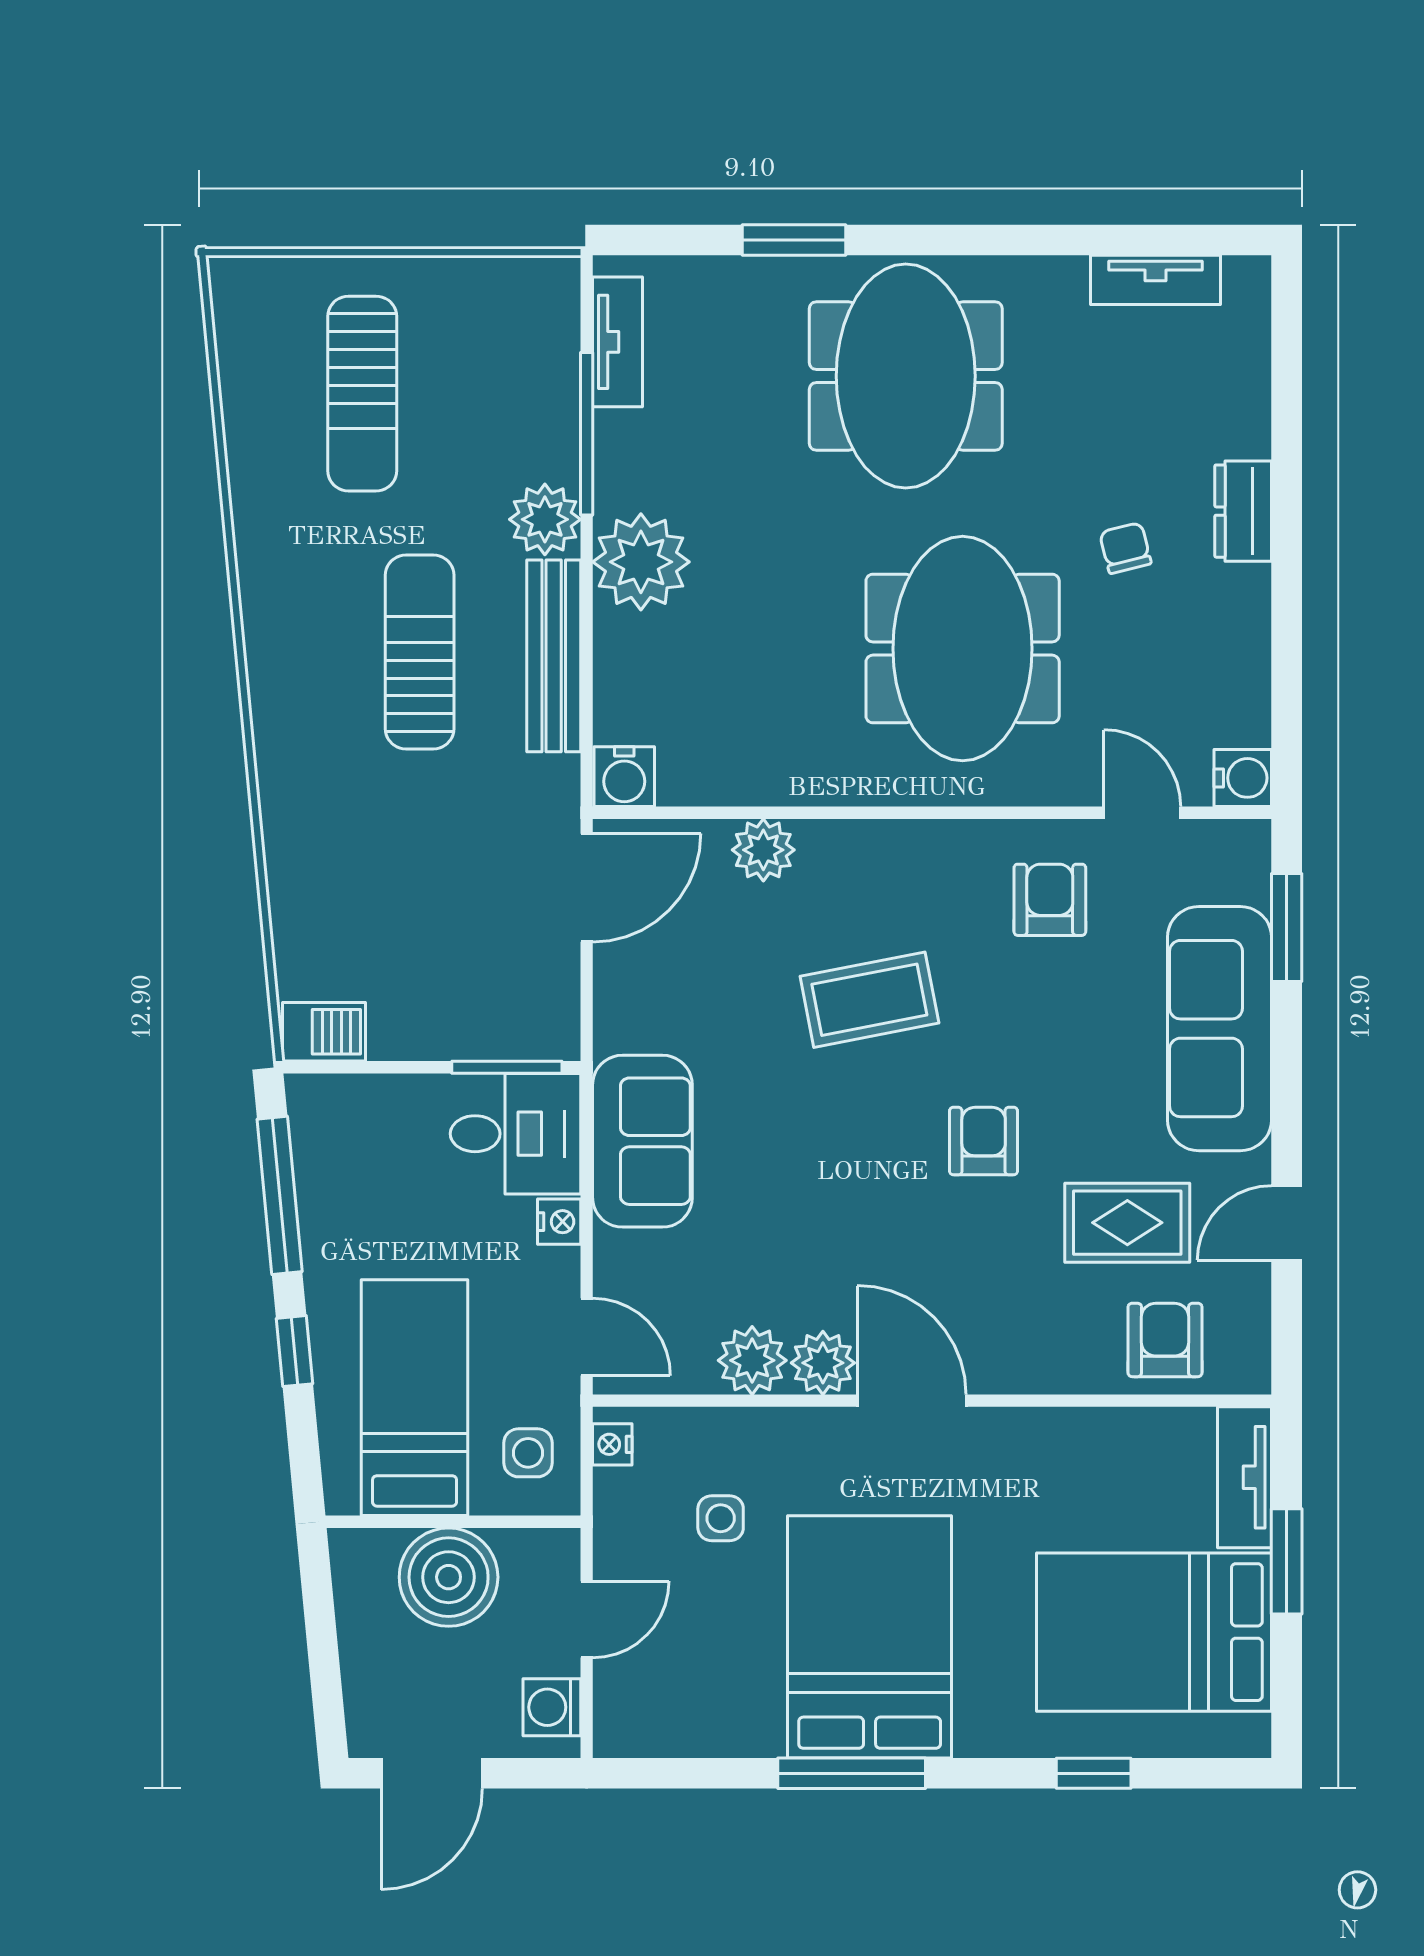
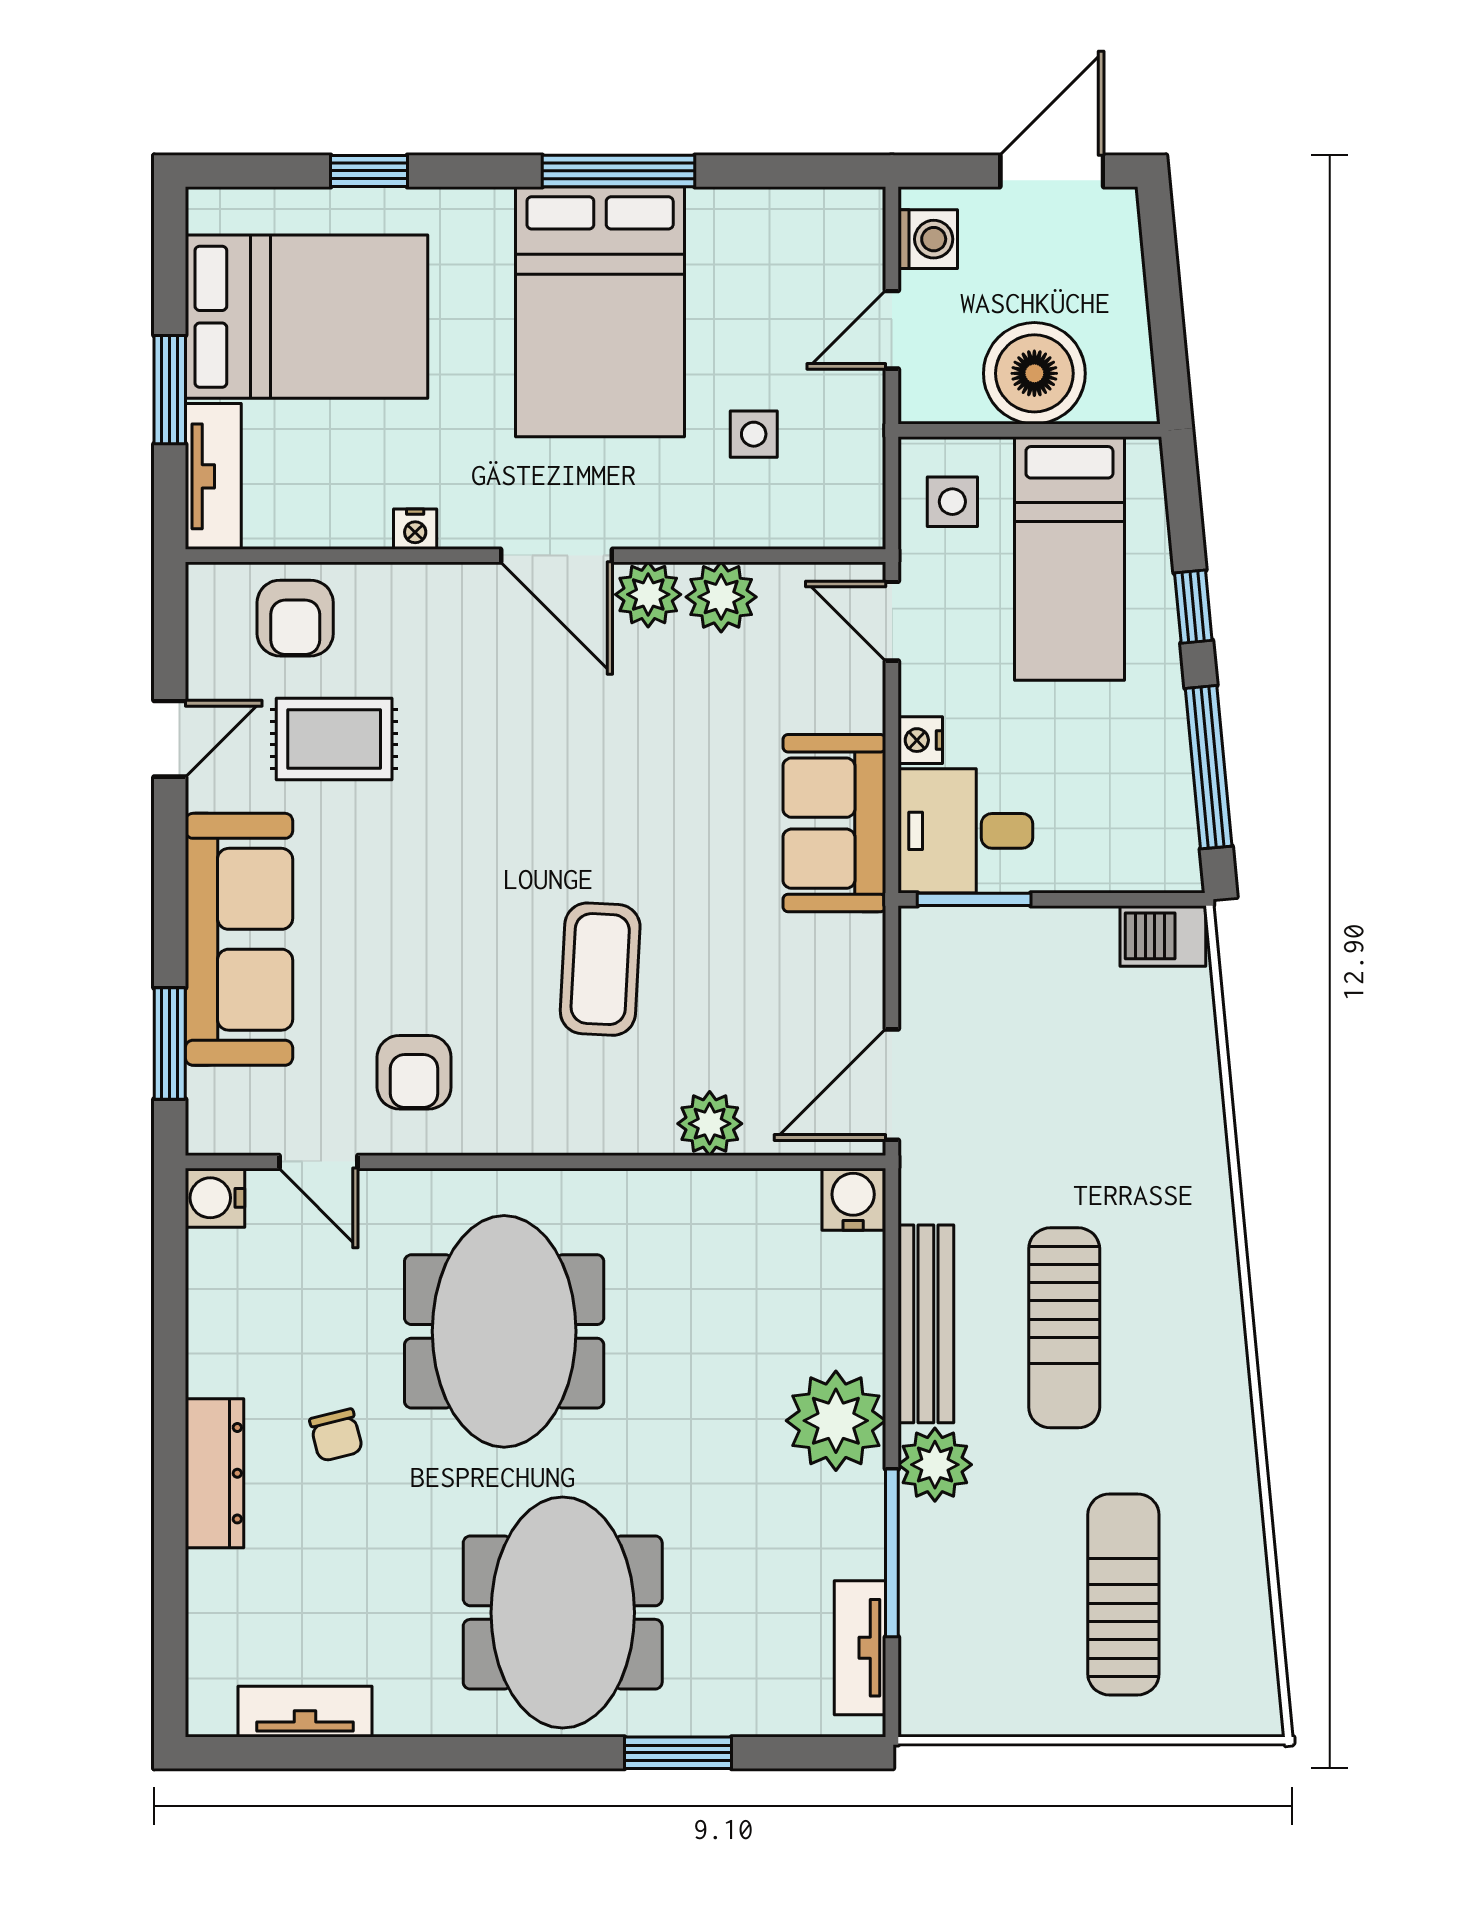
dresser: (1243, 511) -> (215, 1473), width x1.44
coffee table: (869, 1000) -> (600, 969), turned -76
armchair: (984, 1141) -> (482, 823), removed
nightstand: (612, 1444) -> (415, 529), moved, turned 90

